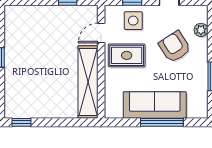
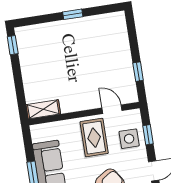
shelving: (88, 82) -> (43, 109), width x0.45, depth x0.75

